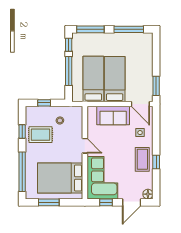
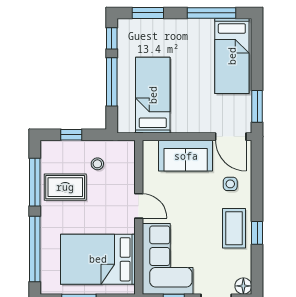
window: (90, 29) -> (148, 13), width x0.69
bed: (115, 79) -> (232, 56), moved, turned 180
window: (22, 131) -> (35, 182), width x2.17

